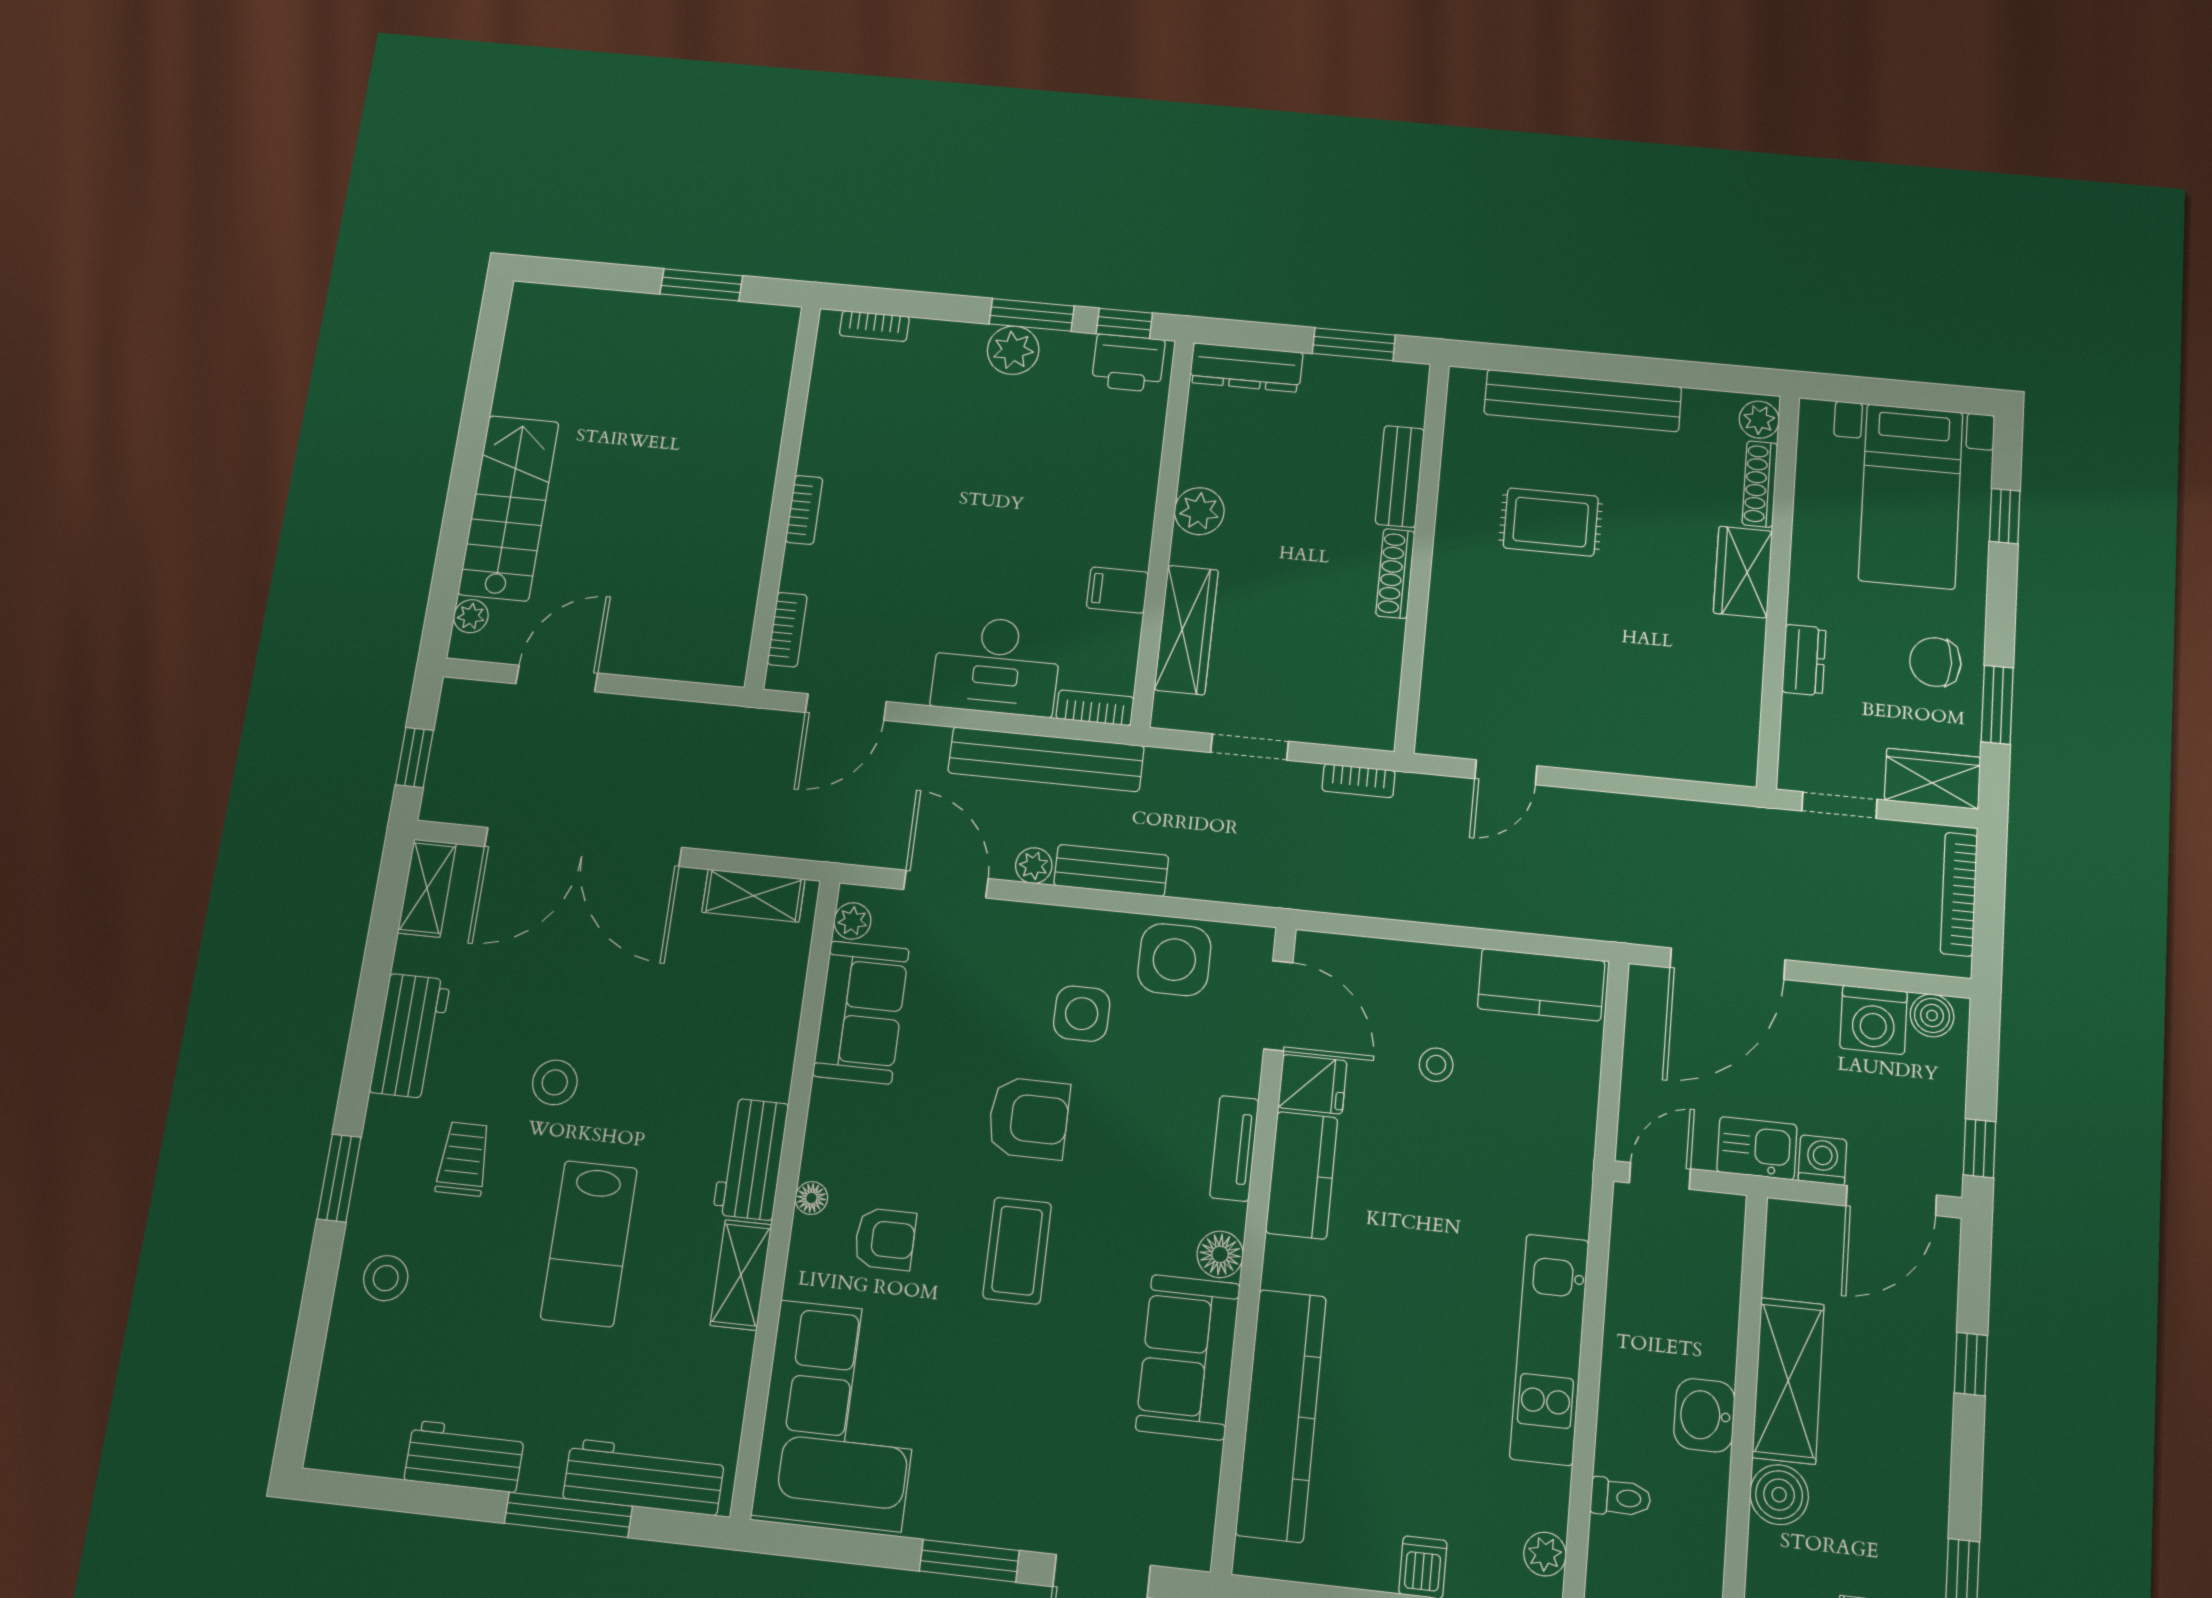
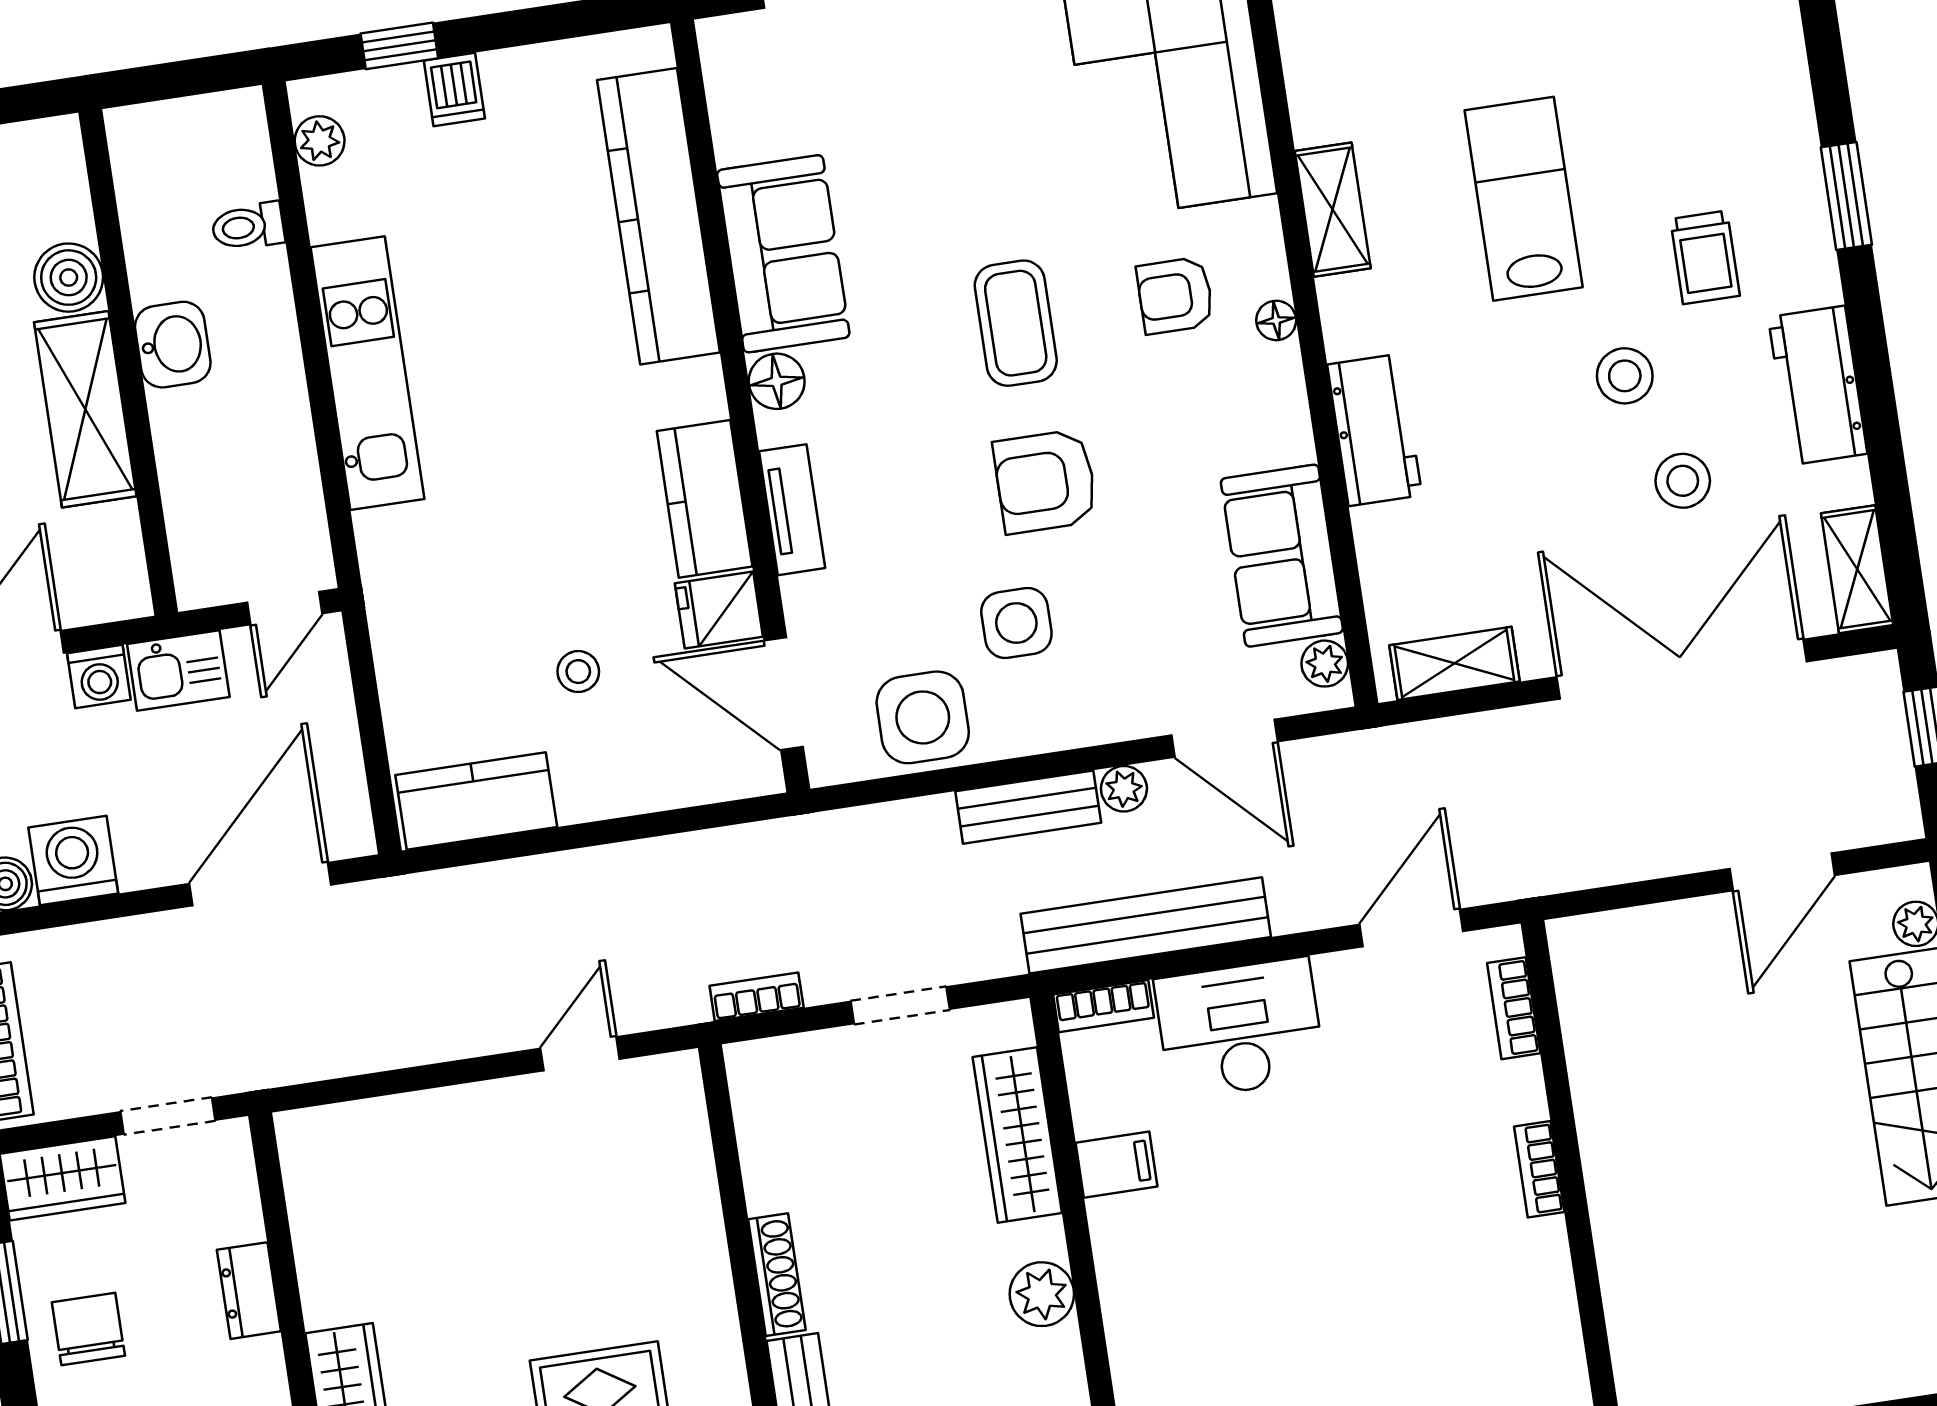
chair: (1935, 662) -> (88, 1329), turned -90
workbench: (751, 1159) -> (1375, 430), moved
stool: (386, 1278) -> (1683, 481), moved

